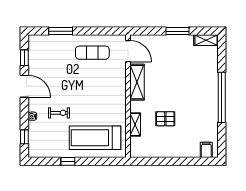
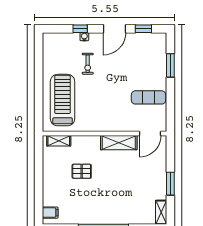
exercise mat: (92, 53) -> (149, 97), turned 90
pallet: (165, 119) -> (82, 171), turned 90
shelving: (135, 125) -> (59, 141), moved
window: (24, 137) -> (80, 29), moved
window: (68, 161) -> (39, 73), removed

